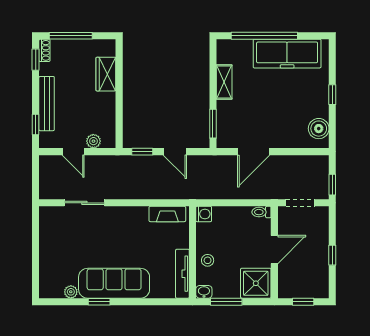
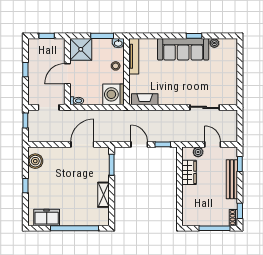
freezer: (287, 54) -> (47, 217), width x0.52, depth x0.79
wardrobe: (106, 74) -> (189, 172), moved
washing machine: (204, 214) -> (113, 94), width x1.89, depth x1.89

